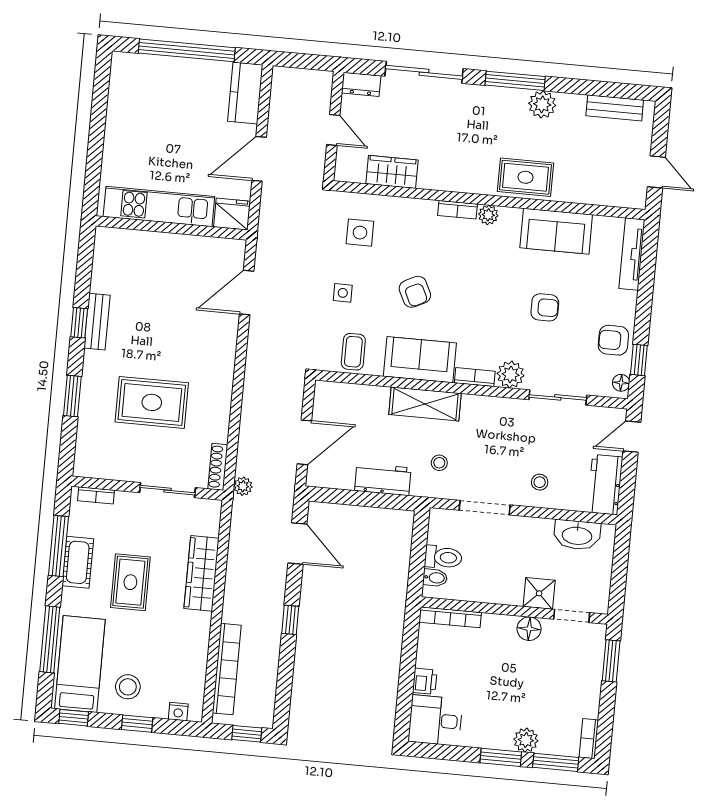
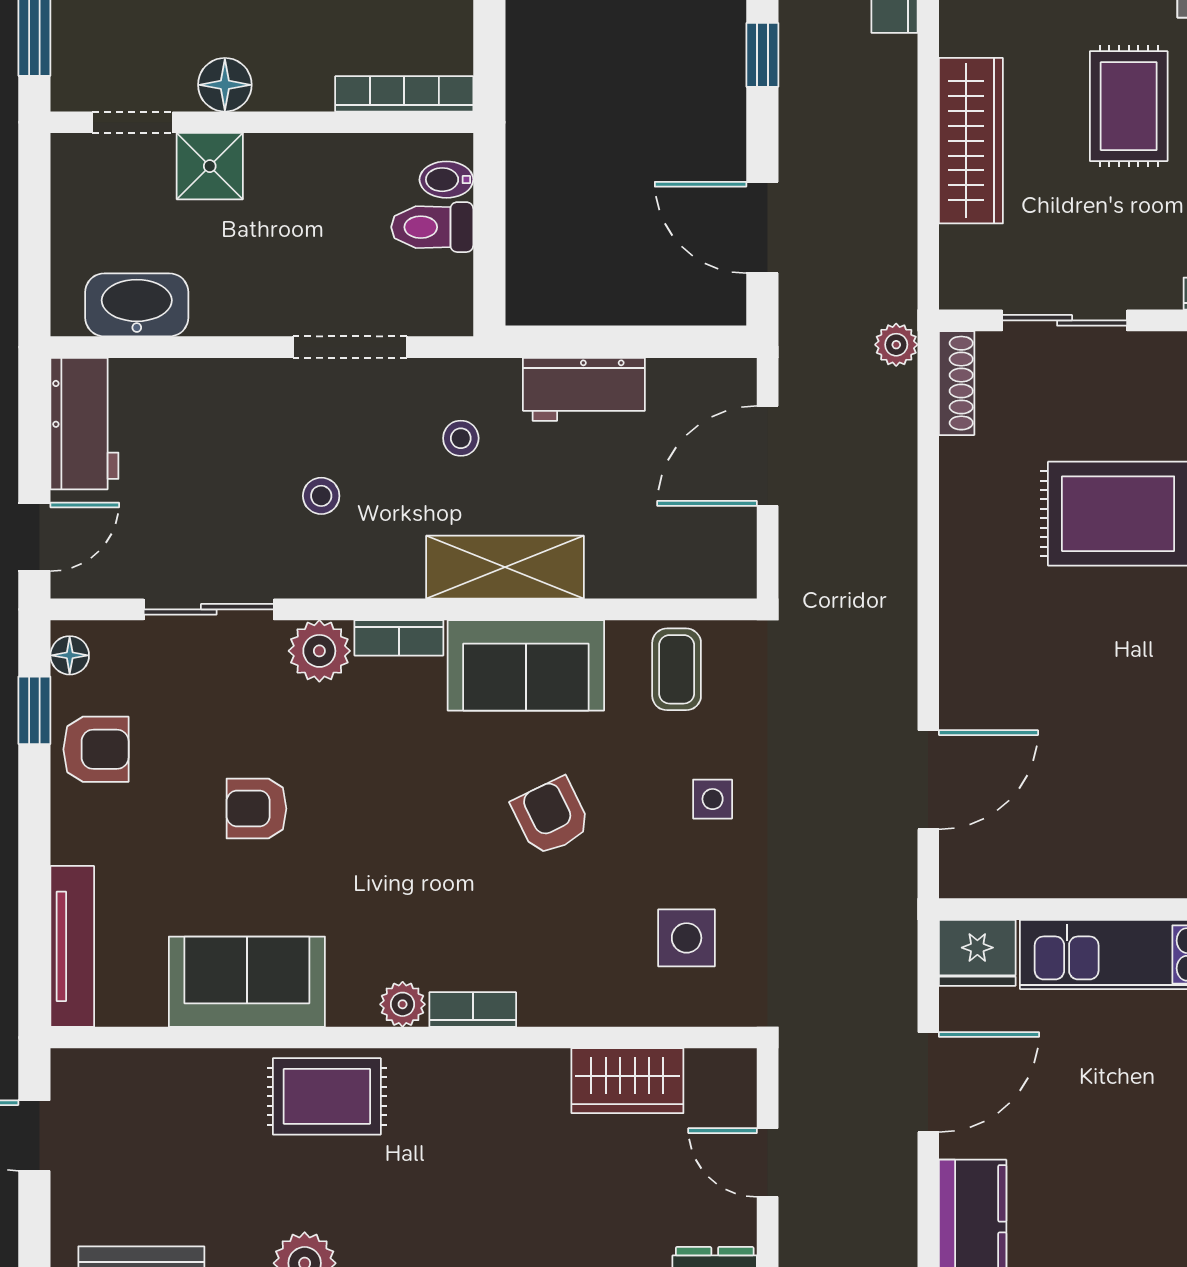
stool: (540, 482) -> (321, 496), moved

